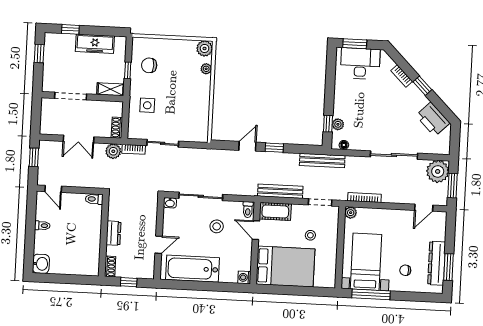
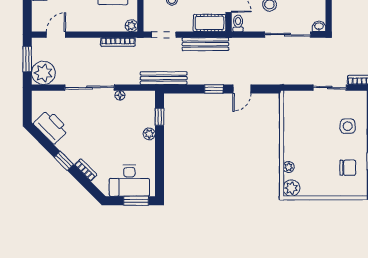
plant: (338, 124) -> (149, 134), moved
floor lamp: (344, 145) -> (120, 95), moved

